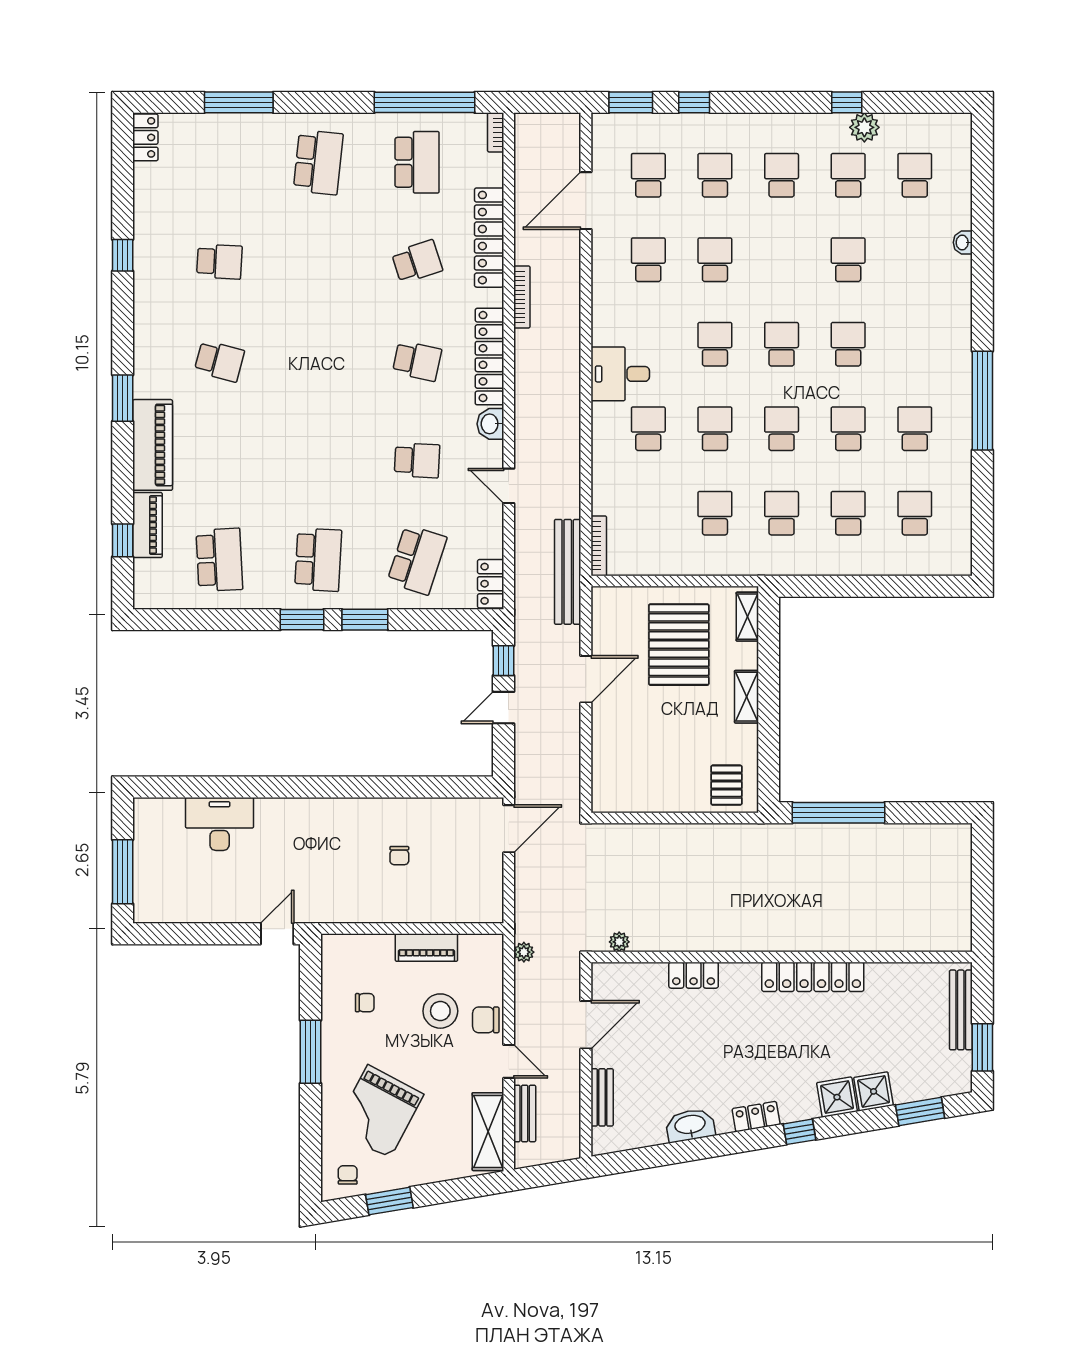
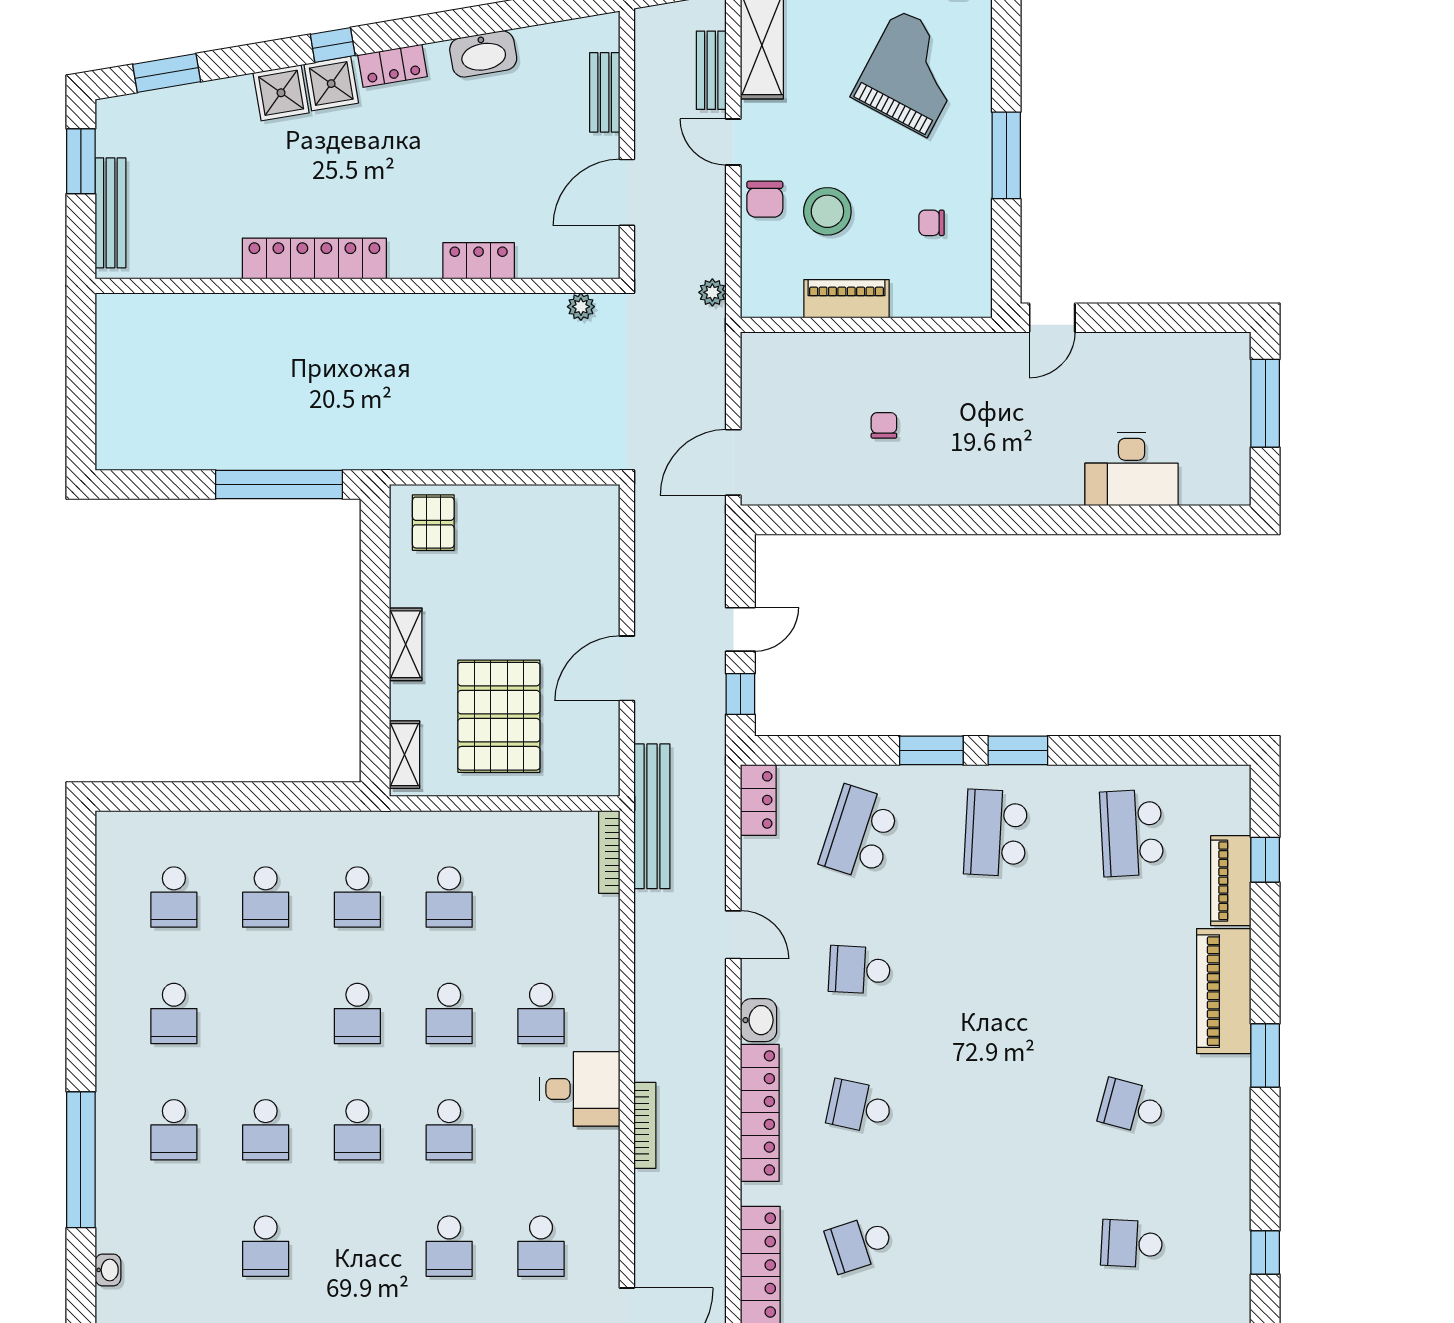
bookcase: (522, 297) -> (645, 1125), moved, turned 180
window: (982, 401) -> (81, 1160), moved
school desk: (848, 429) -> (174, 1130), moved
chair: (486, 1020) -> (765, 199), turned 90
shower: (874, 1091) -> (331, 84), moved

